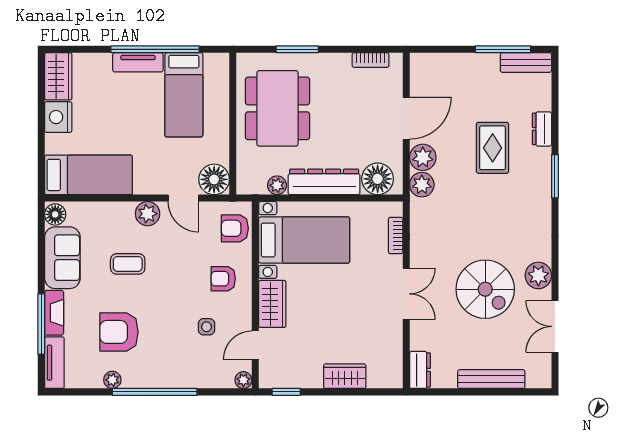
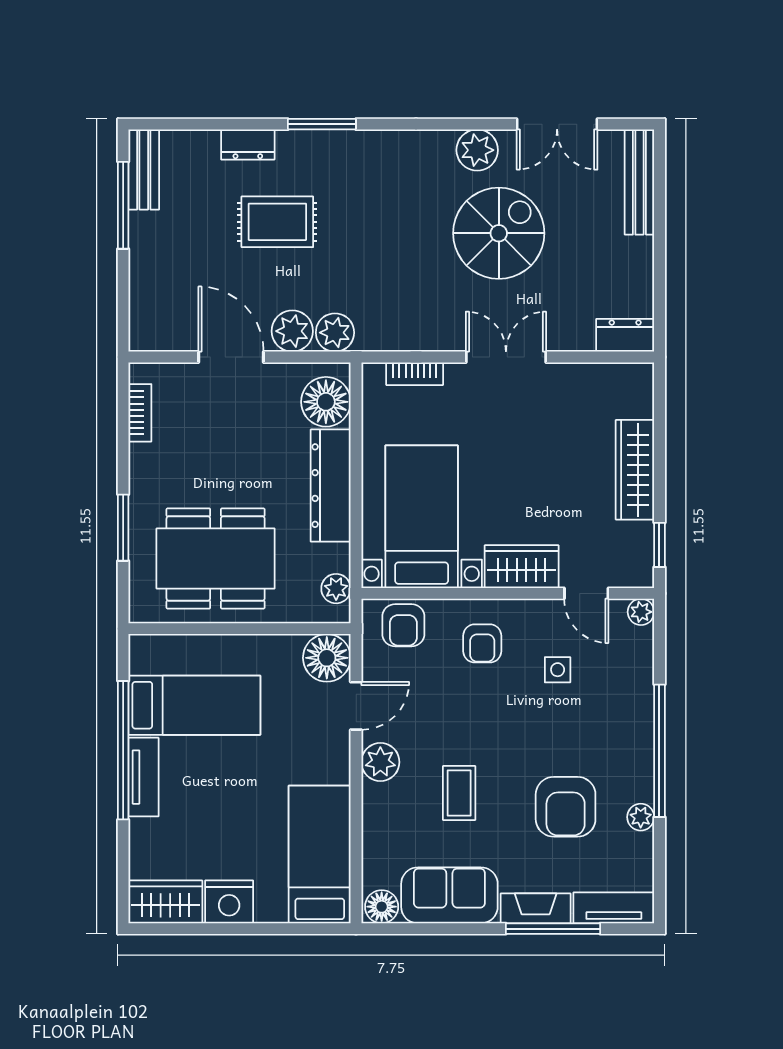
plant: (277, 185) -> (336, 589), moved
wardrobe: (345, 376) -> (635, 470), width x1.50
bench: (491, 379) -> (639, 182), moved

